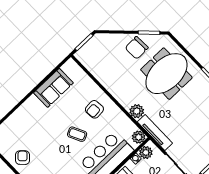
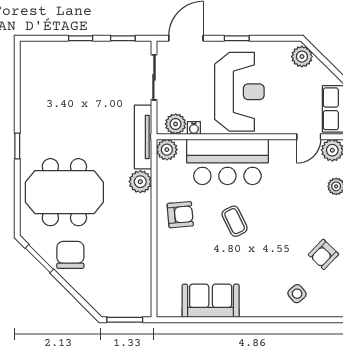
chair: (137, 48) -> (70, 255), turned -88
armchair: (94, 109) -> (180, 215), moved
side table: (17, 128) -> (297, 294), added

